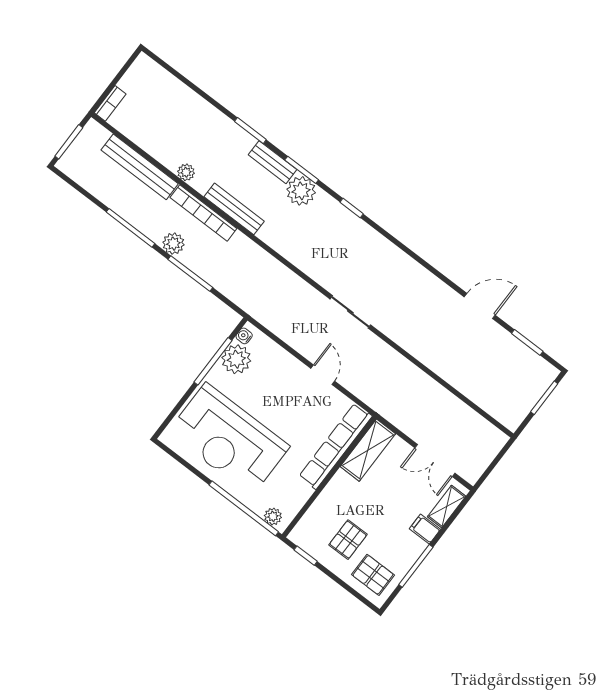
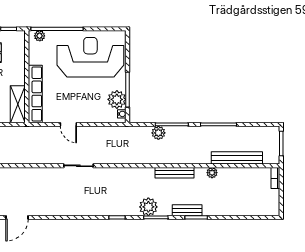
bench: (273, 162) -> (187, 210), moved
bookcase: (203, 213) -> (188, 159), removed
plant: (173, 244) -> (158, 133), moved

